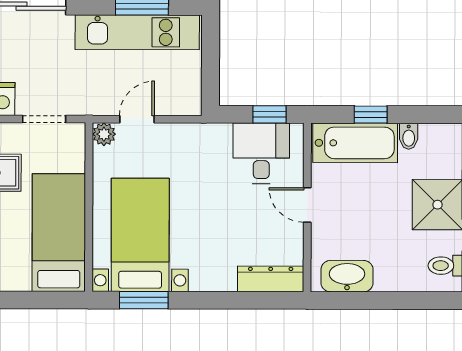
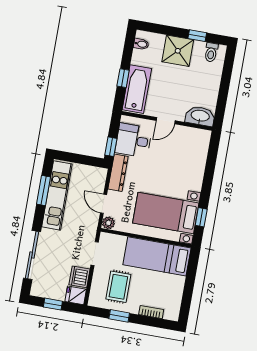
window: (269, 114) -> (111, 147), moved
bidet: (409, 136) -> (141, 44), moved
washbasin: (347, 276) -> (200, 116), moved, turned 90
dresser: (271, 279) -> (118, 173), moved, turned 180
window: (144, 300) -> (201, 217), width x0.67

